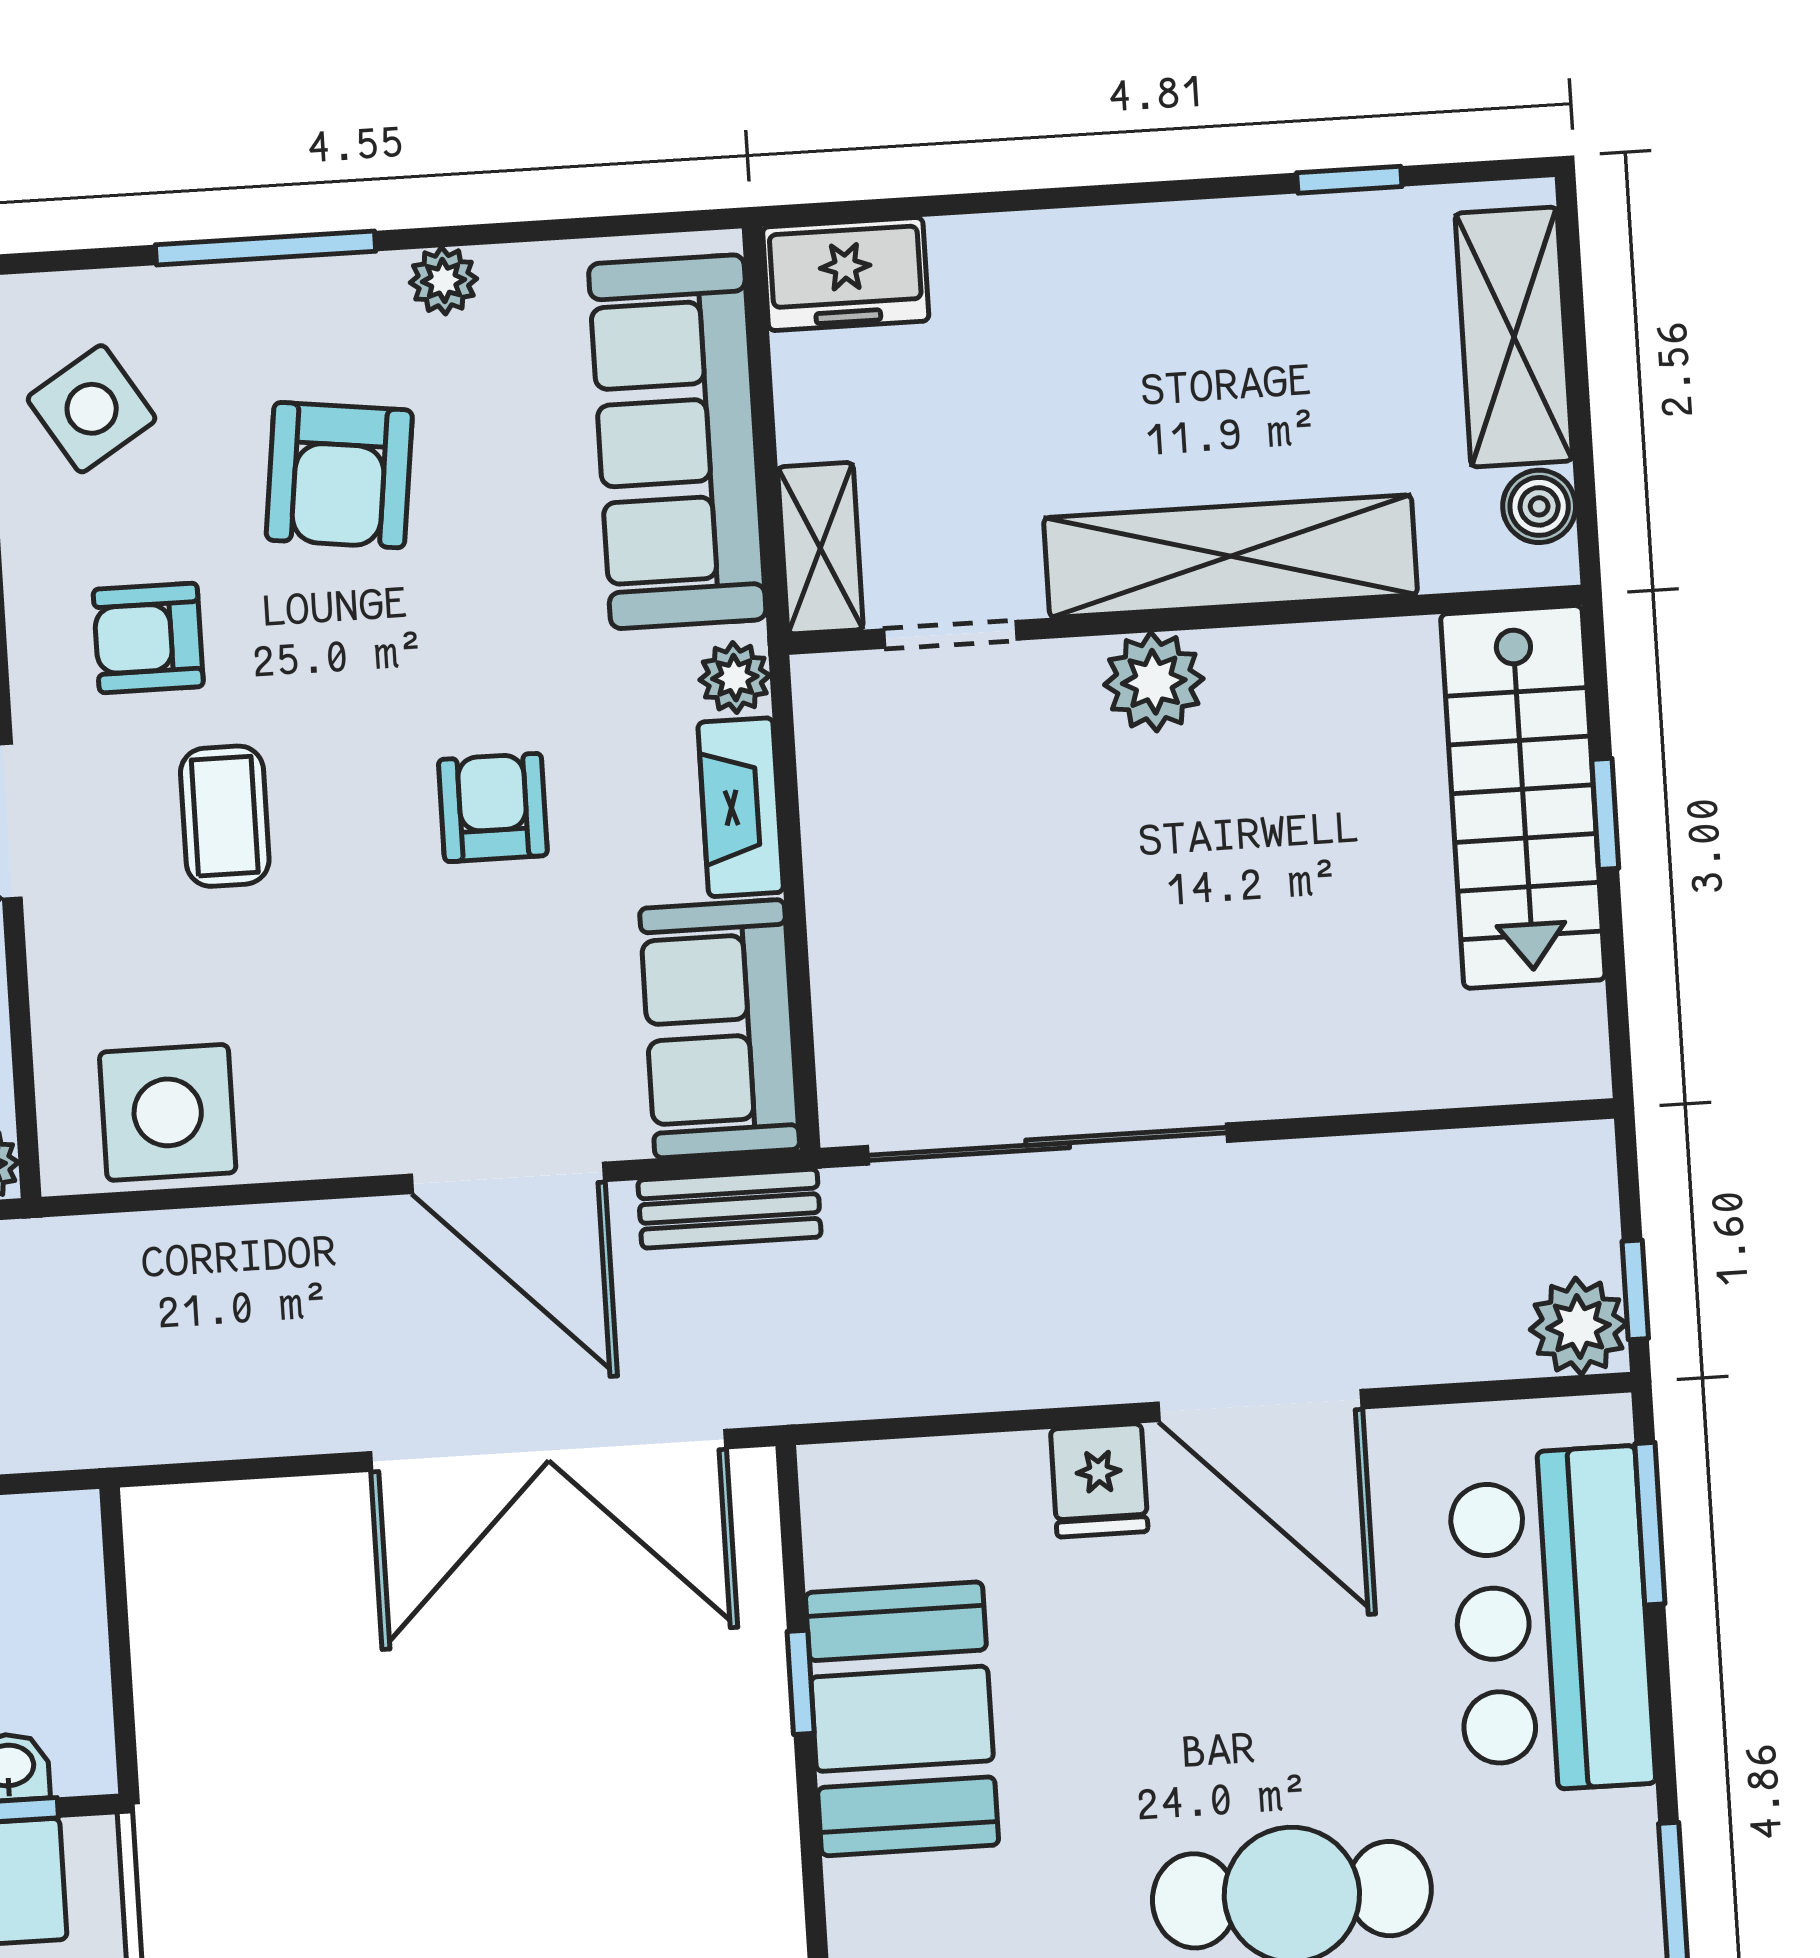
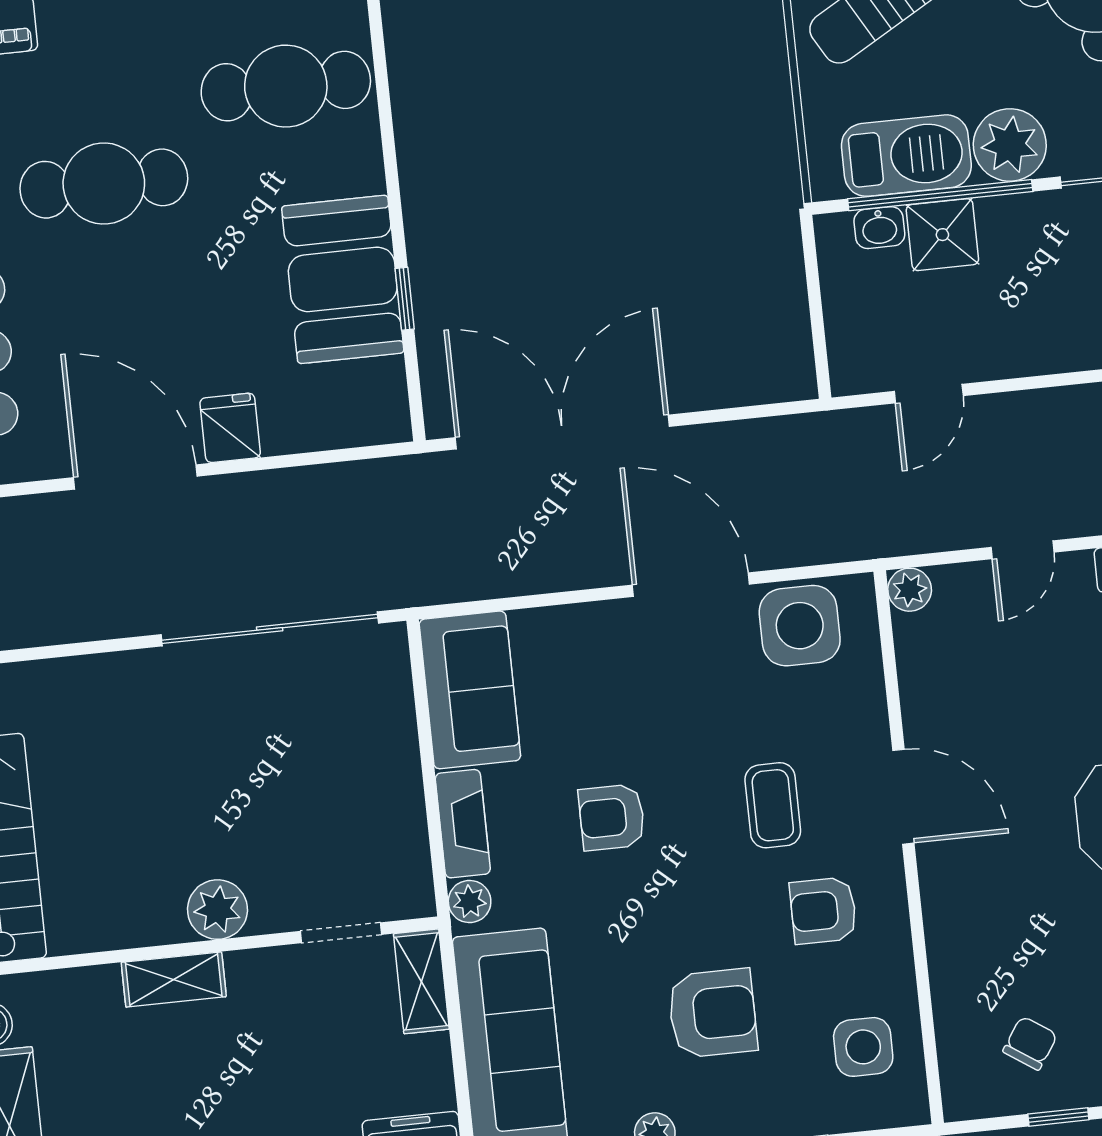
side table: (92, 409) -> (863, 1047), turned 32
armchair: (339, 475) -> (713, 1013), turned 83
shelving: (1231, 556) -> (174, 979), width x0.45, depth x0.75
armchair: (148, 638) -> (823, 911), turned 180
armchair: (493, 807) -> (612, 817), turned 90
door: (508, 1178) -> (691, 585), moved
bench: (729, 1209) -> (459, 582), removed

